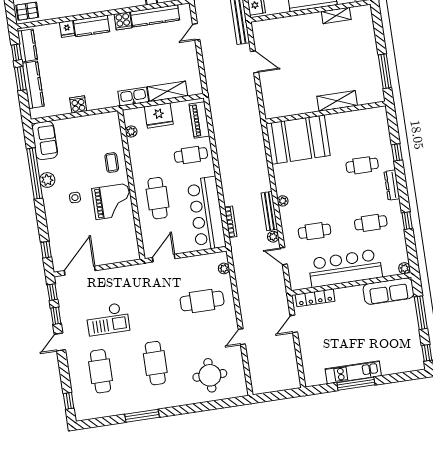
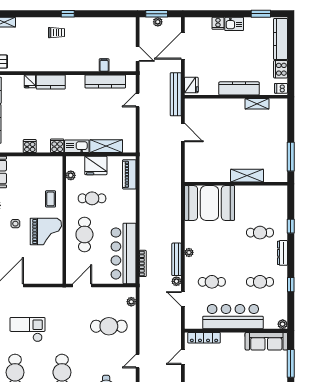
cooker: (123, 21) -> (57, 146), moved, turned 180
cafe table: (191, 155) -> (92, 198), moved
checkout: (108, 319) -> (28, 330), turned 180

